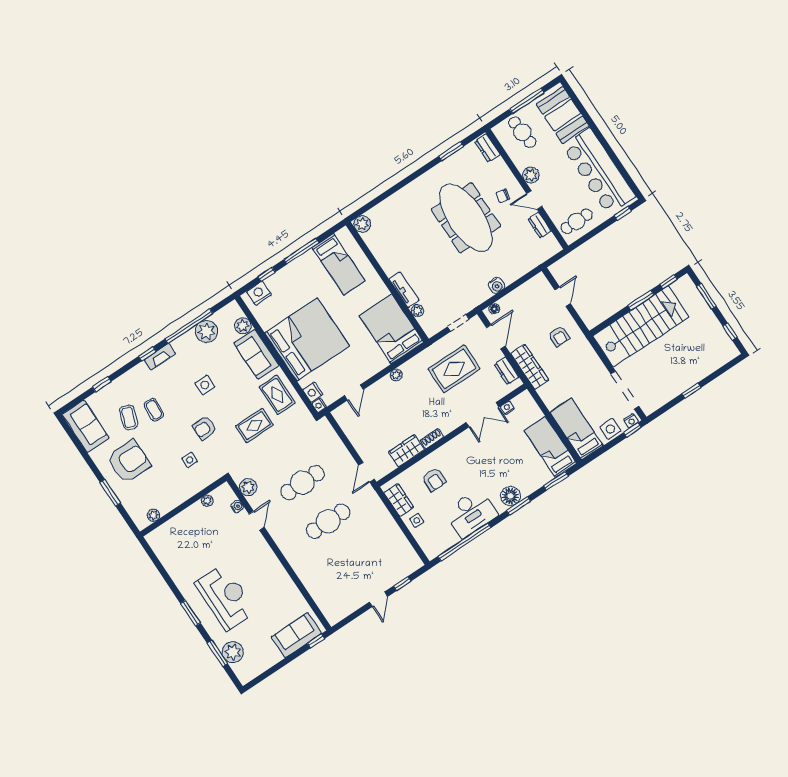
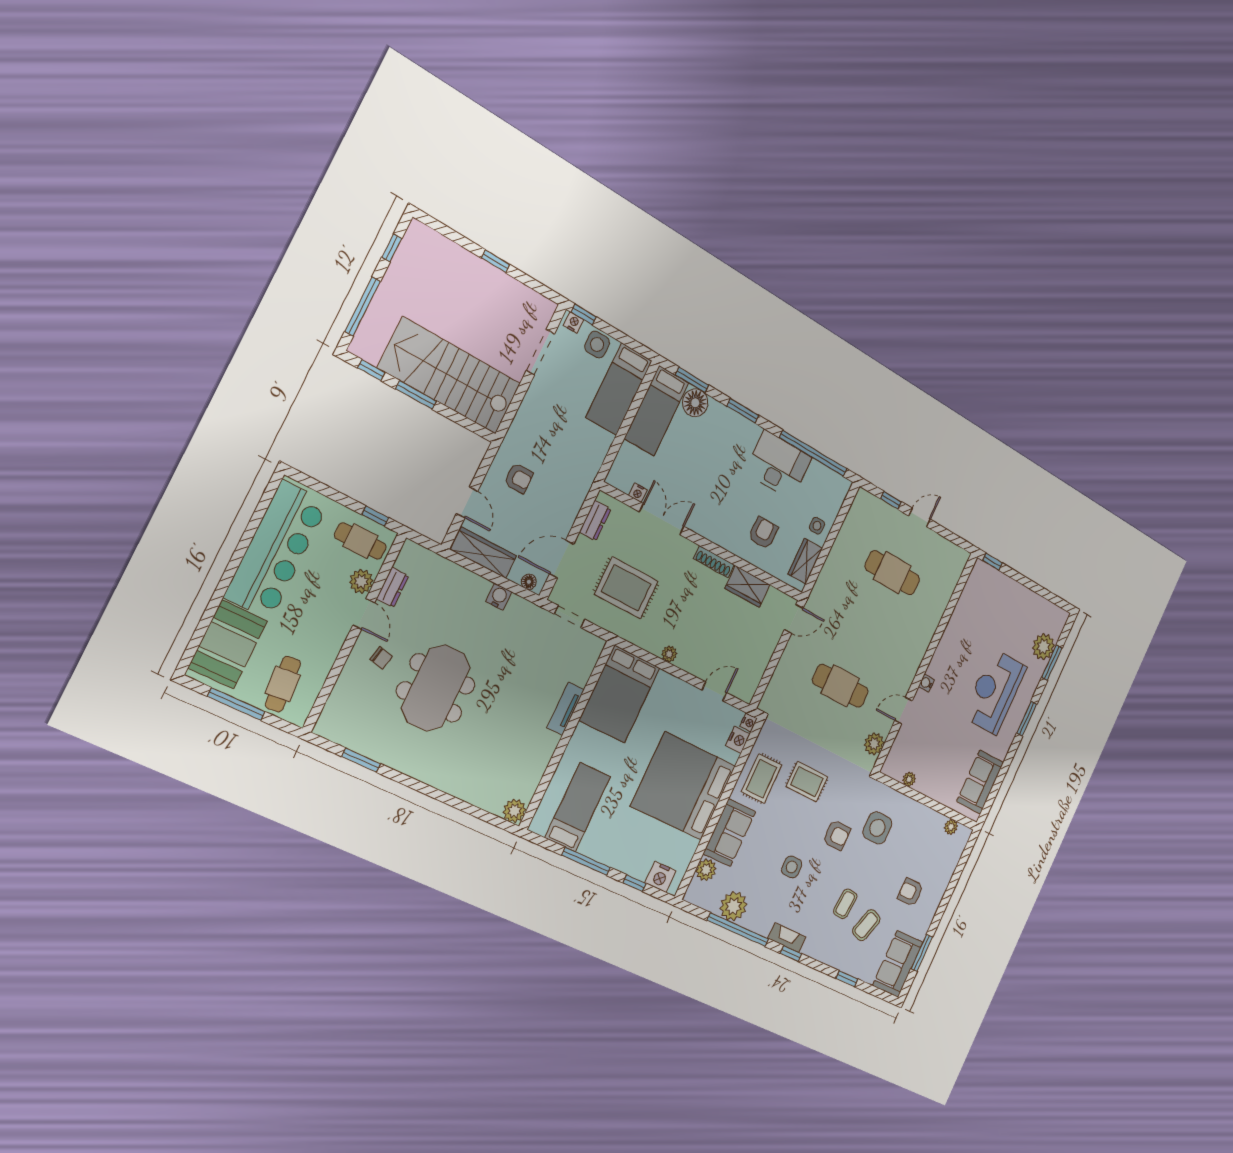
dresser: (487, 148) -> (330, 717), removed
plant: (531, 175) -> (361, 581), moved
window: (623, 213) -> (375, 516), moved
meeting table: (466, 218) -> (436, 688), width x0.73
window: (706, 296) -> (363, 306), width x1.44
door: (563, 297) -> (467, 502), swing flipped
plant: (417, 311) -> (582, 676), removed
armchair: (559, 336) -> (519, 478), turned 90
wardrobe: (530, 367) -> (484, 553), moved, turned 90
doorway: (625, 390) -> (540, 352), width x0.73
shoe rack: (432, 438) -> (714, 562), width x1.43
side table: (190, 460) -> (877, 828), width x1.87, depth x1.87
armchair: (129, 462) -> (910, 892), width x0.53, depth x0.53
window: (110, 493) -> (922, 953), moved
floor lamp: (510, 496) -> (695, 403), moved
water cooler: (237, 507) -> (926, 683), moved
cafe table: (328, 521) -> (892, 573), moved
sofa: (296, 635) -> (980, 782), moved, turned 90

